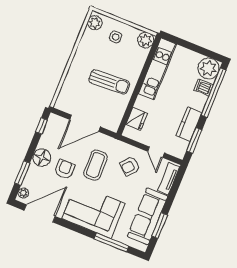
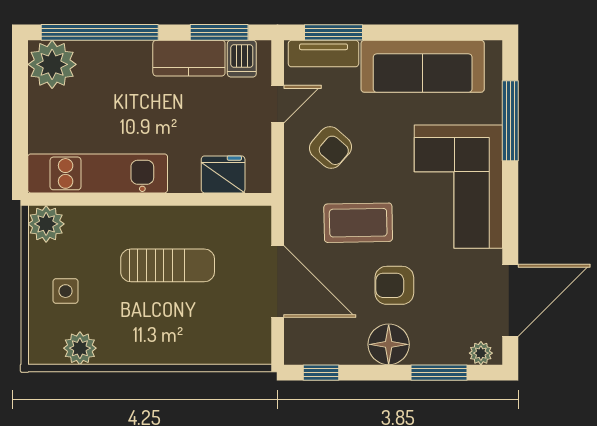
plant: (95, 23) -> (80, 348), moved
sun lounger: (109, 82) -> (168, 265), turned 93
dishwasher: (203, 87) -> (242, 59), moved
door: (40, 213) -> (510, 300), swing flipped
window: (160, 226) -> (334, 32), moved

